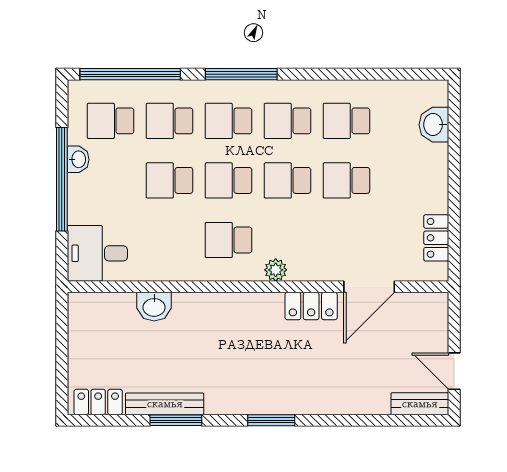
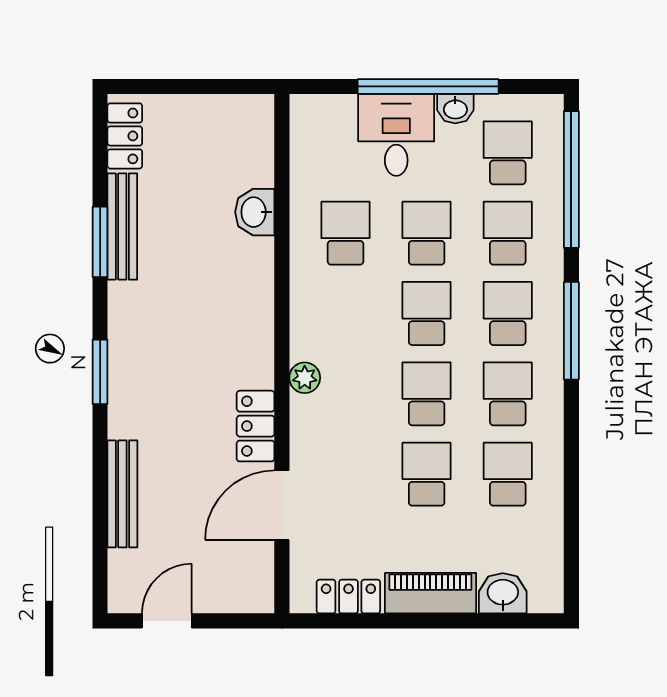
piano: (434, 178) -> (430, 593), added
school desk: (229, 240) -> (345, 233), moved
desk: (97, 253) -> (396, 135), moved
door: (369, 287) -> (282, 505), hinge flipped
bench: (420, 404) -> (122, 494), moved, width x1.36

